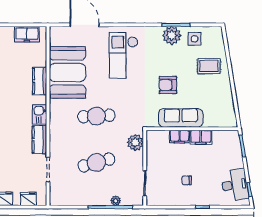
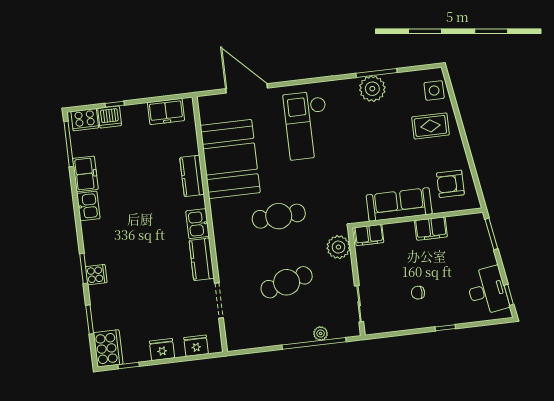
side table: (194, 39) -> (434, 90), moved
armchair: (168, 85) -> (450, 184), moved
filing cabinet: (179, 137) -> (369, 235), moved

